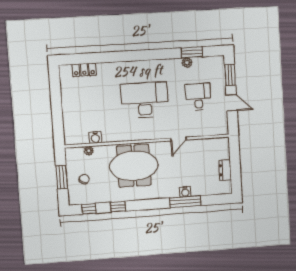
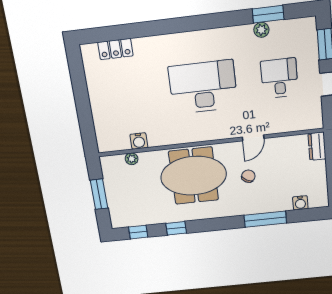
dresser: (225, 170) -> (317, 146), moved
chair: (84, 179) -> (248, 176), moved
water cooler: (185, 192) -> (300, 203), moved

